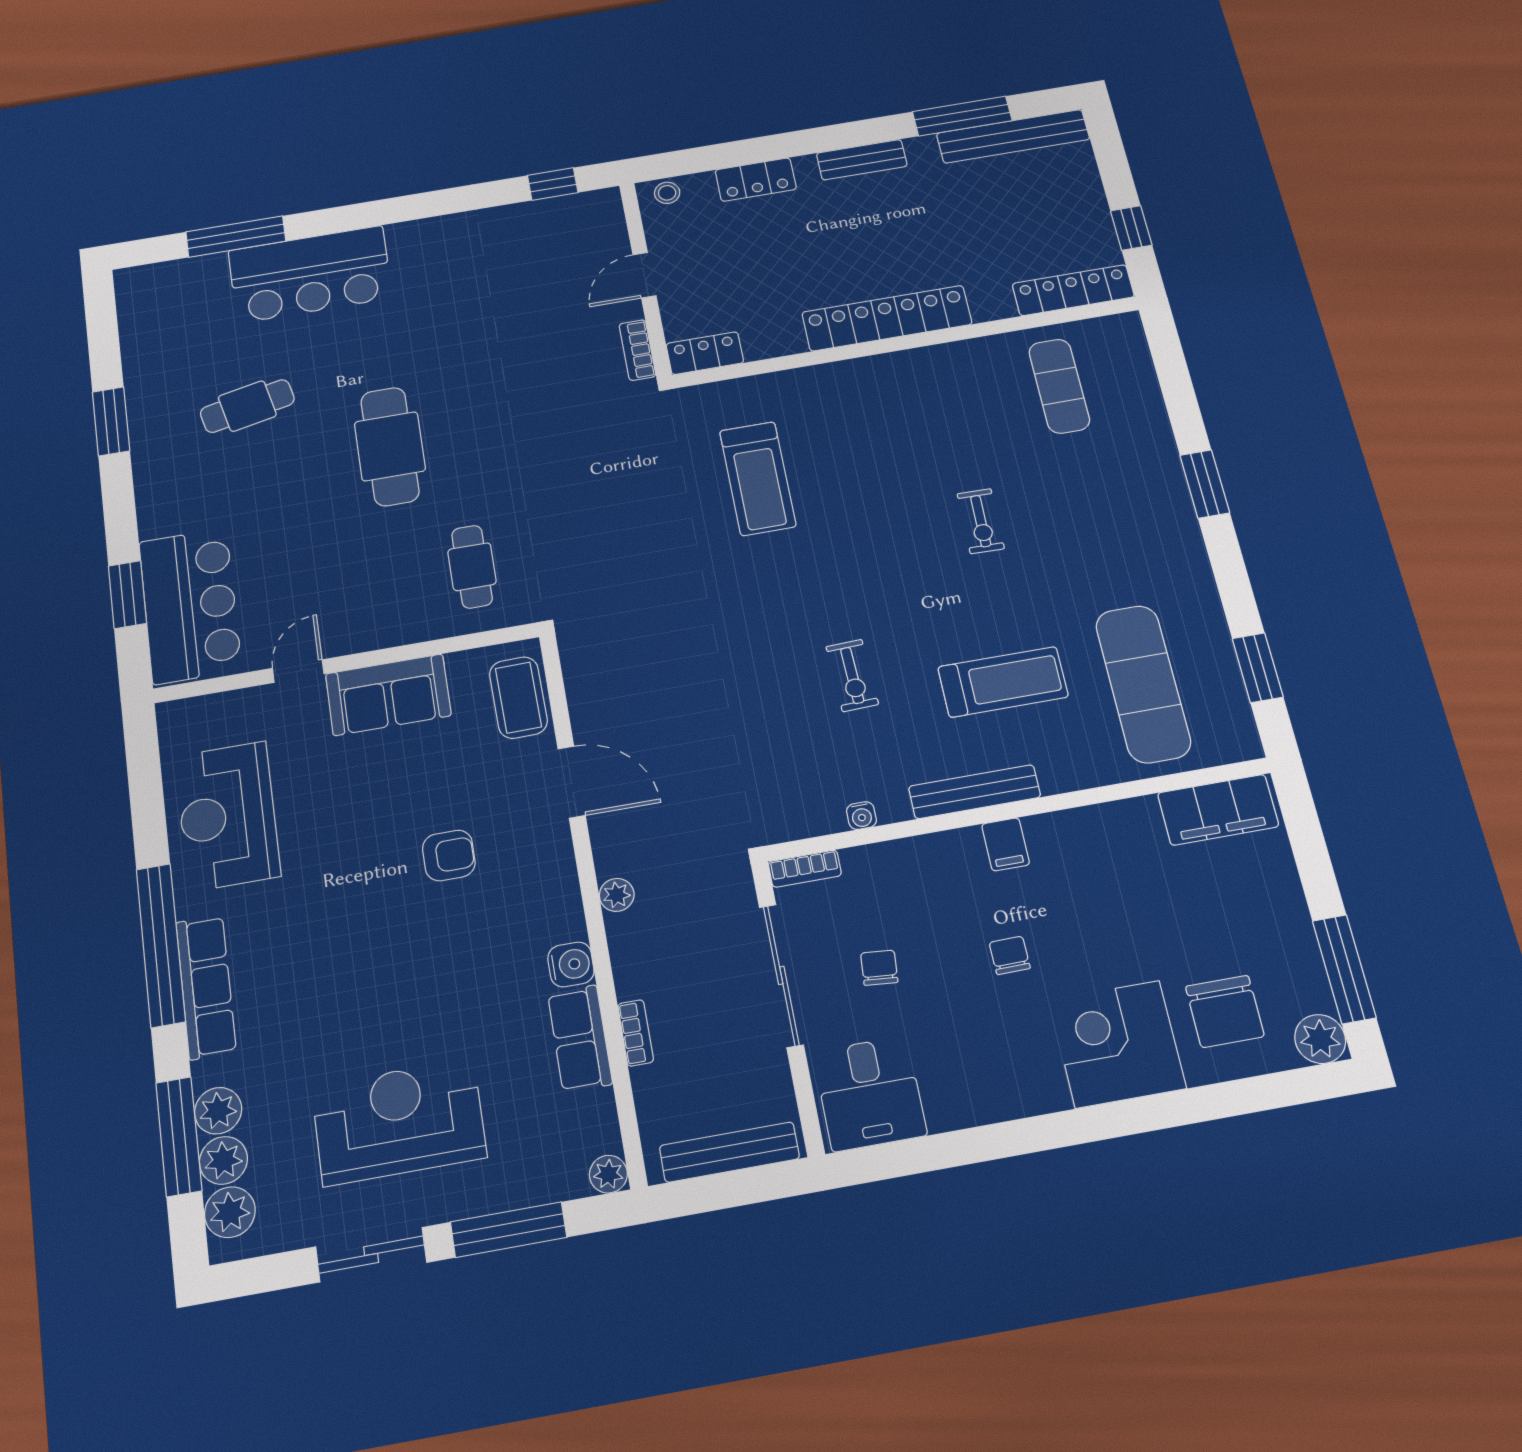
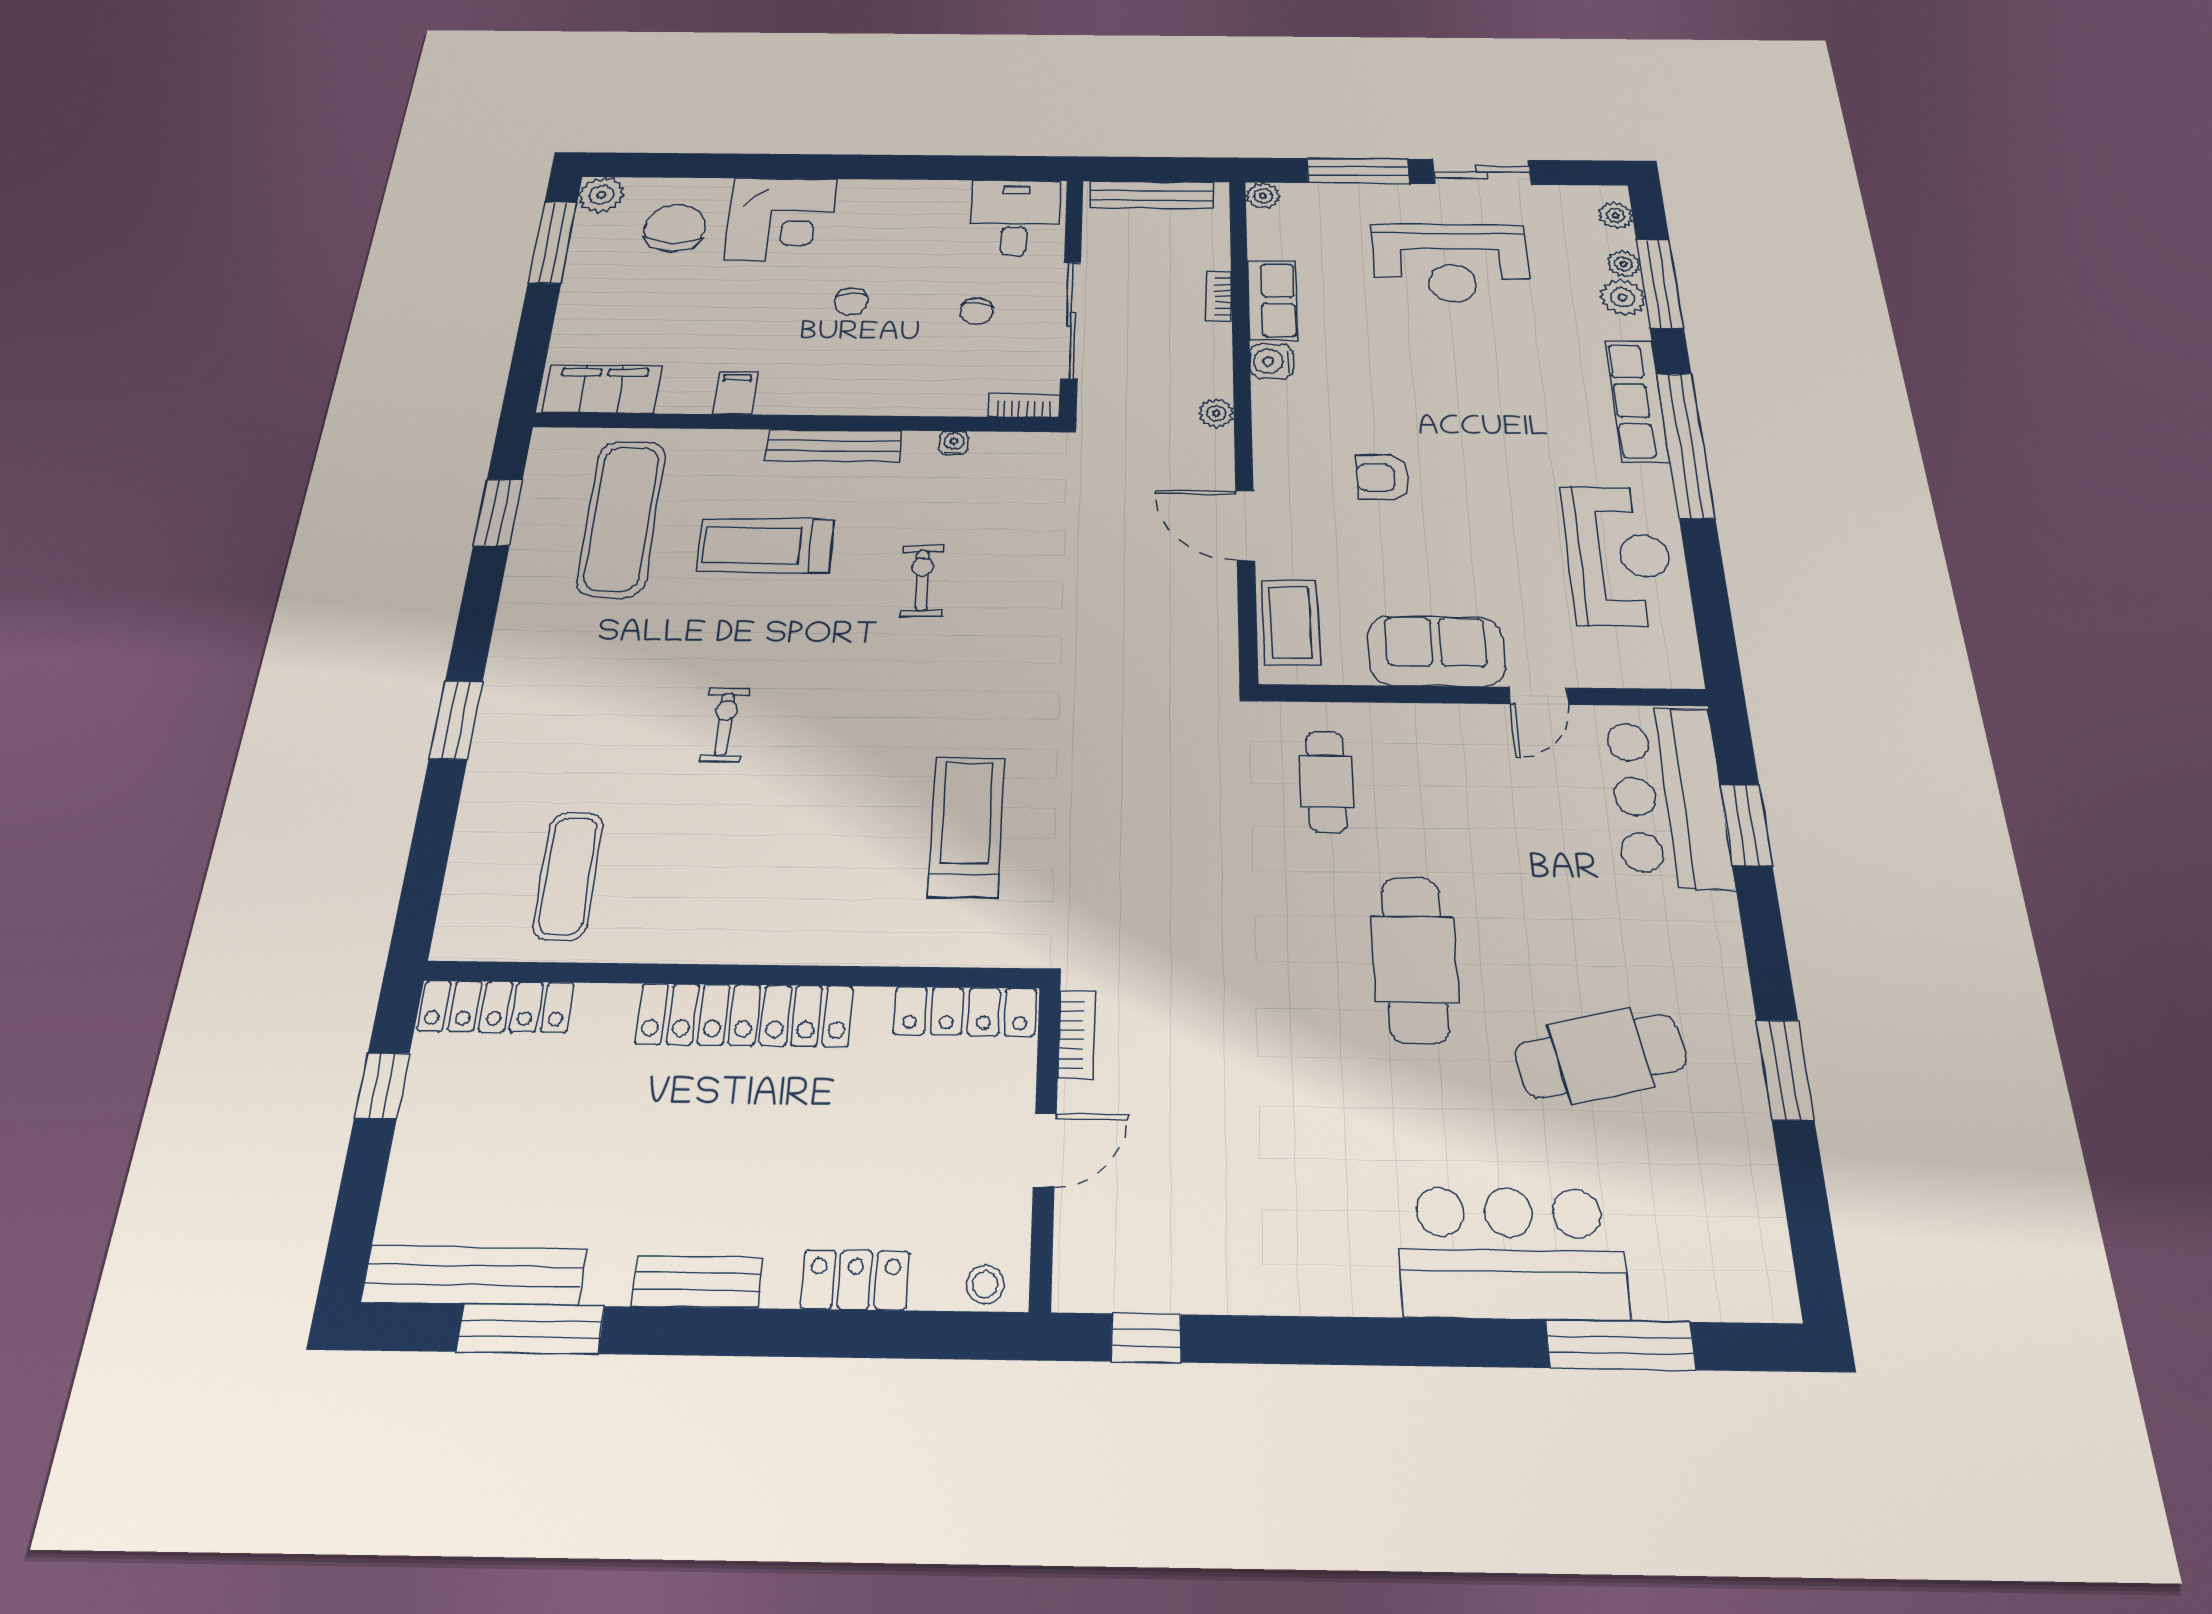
locker: (705, 353) -> (965, 1011), width x1.53
cafe table: (247, 406) -> (1601, 1056), width x1.37, depth x1.35
filing cabinet: (1006, 844) -> (735, 393), moved
plant: (223, 1160) -> (1623, 264), width x0.73, depth x0.73
plant: (230, 1212) -> (1616, 215), width x0.73, depth x0.73

